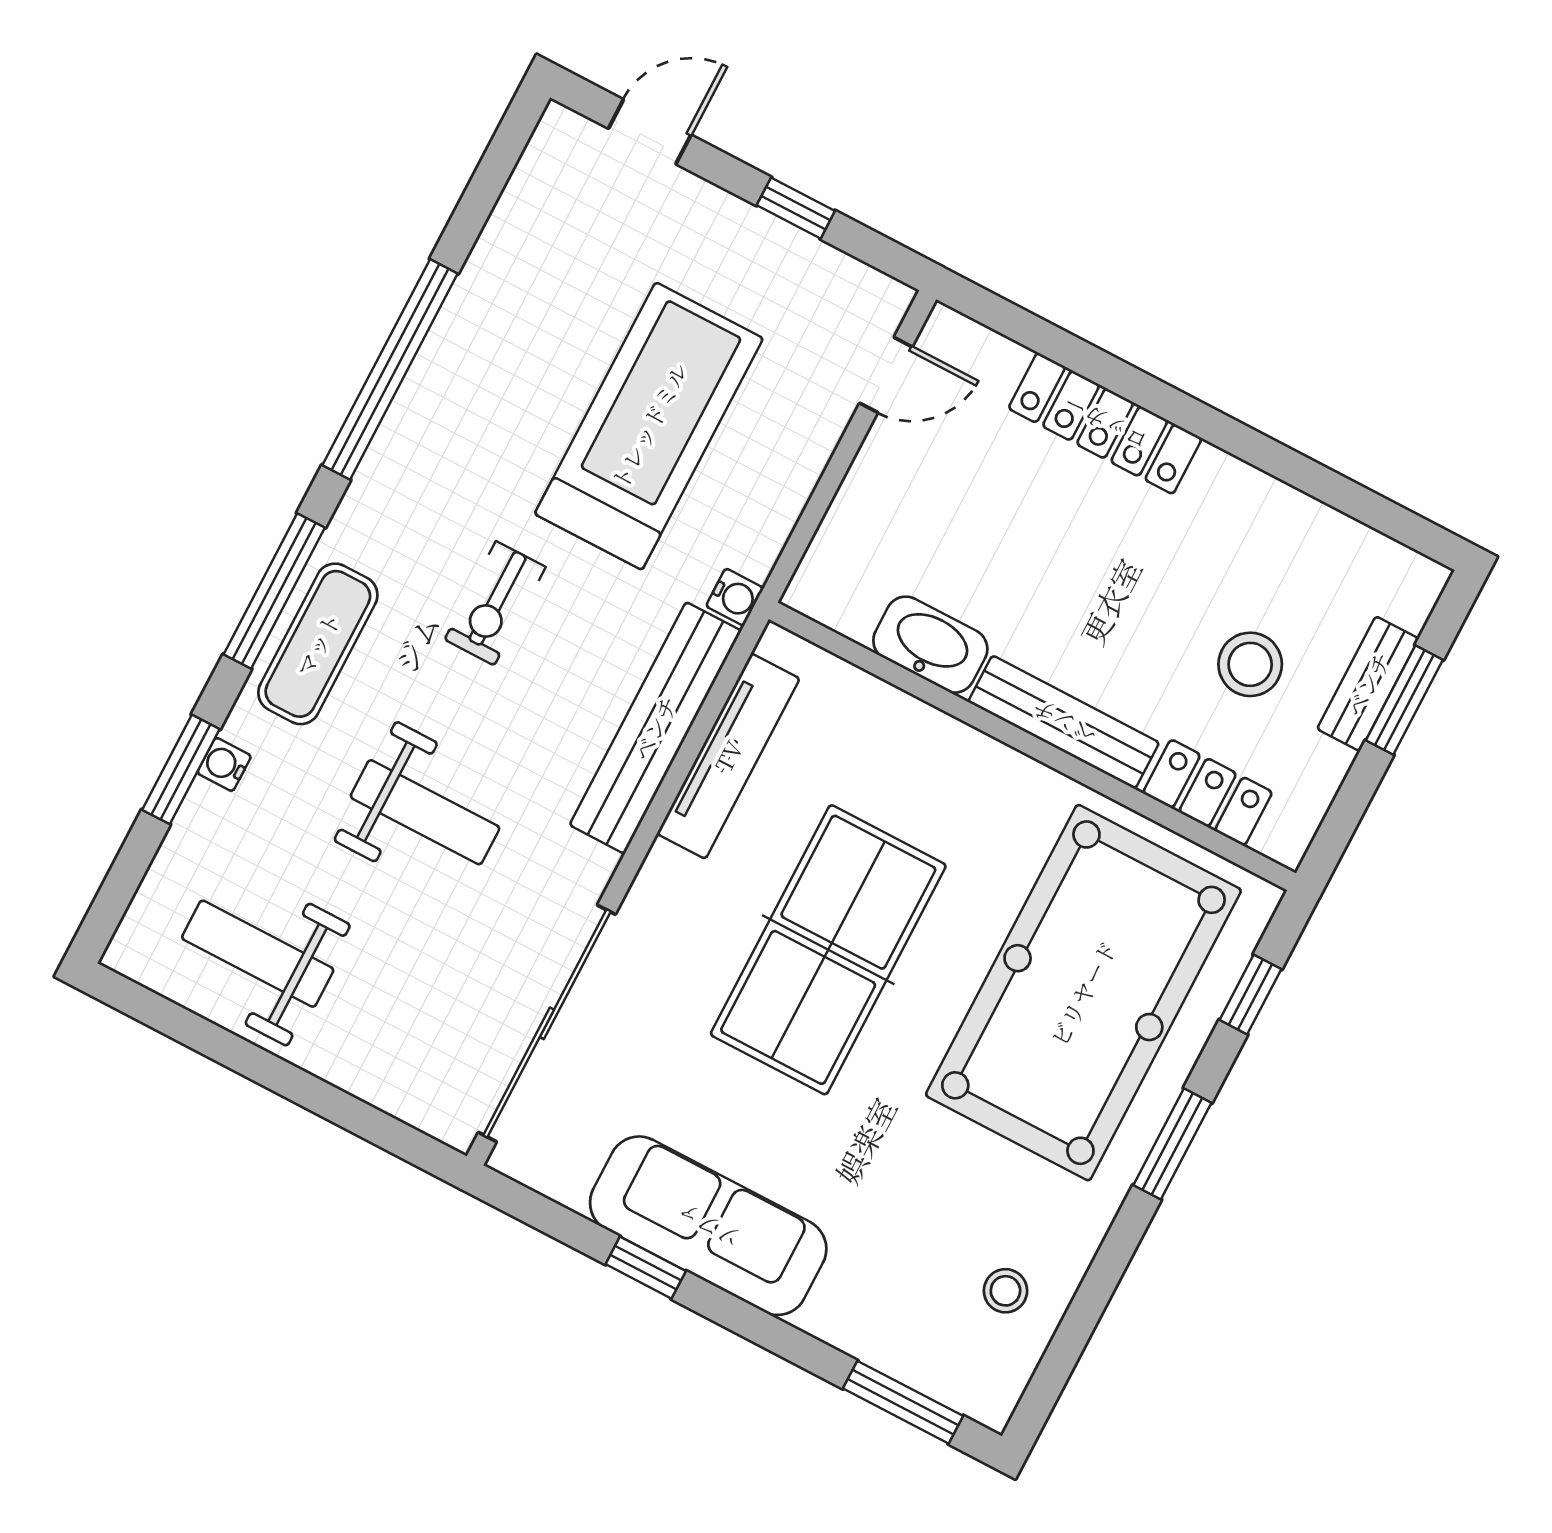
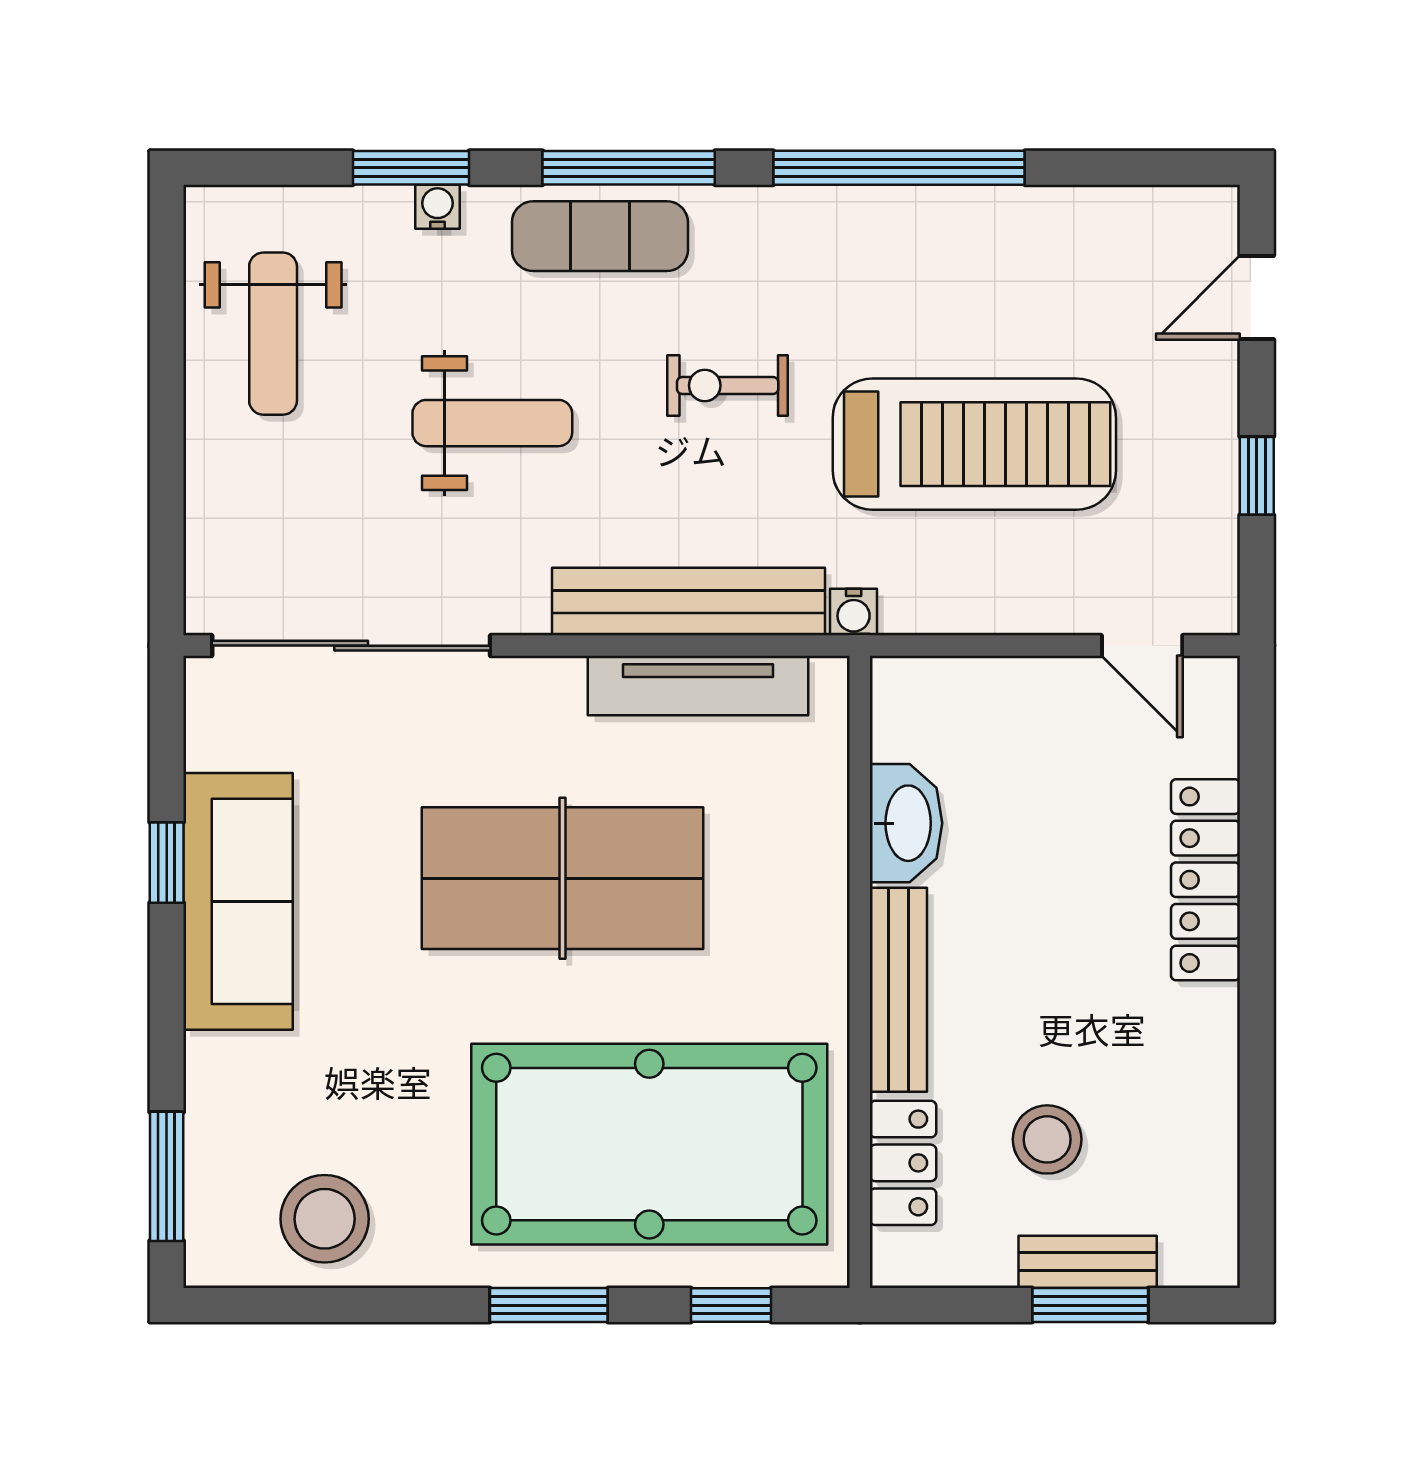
door: (650, 132) -> (1257, 298), swing flipped
weight bench: (425, 812) -> (492, 423), turned -90
weight bench: (258, 954) -> (273, 334), turned 180
stool: (1005, 1291) -> (325, 1219), width x1.89, depth x1.89

